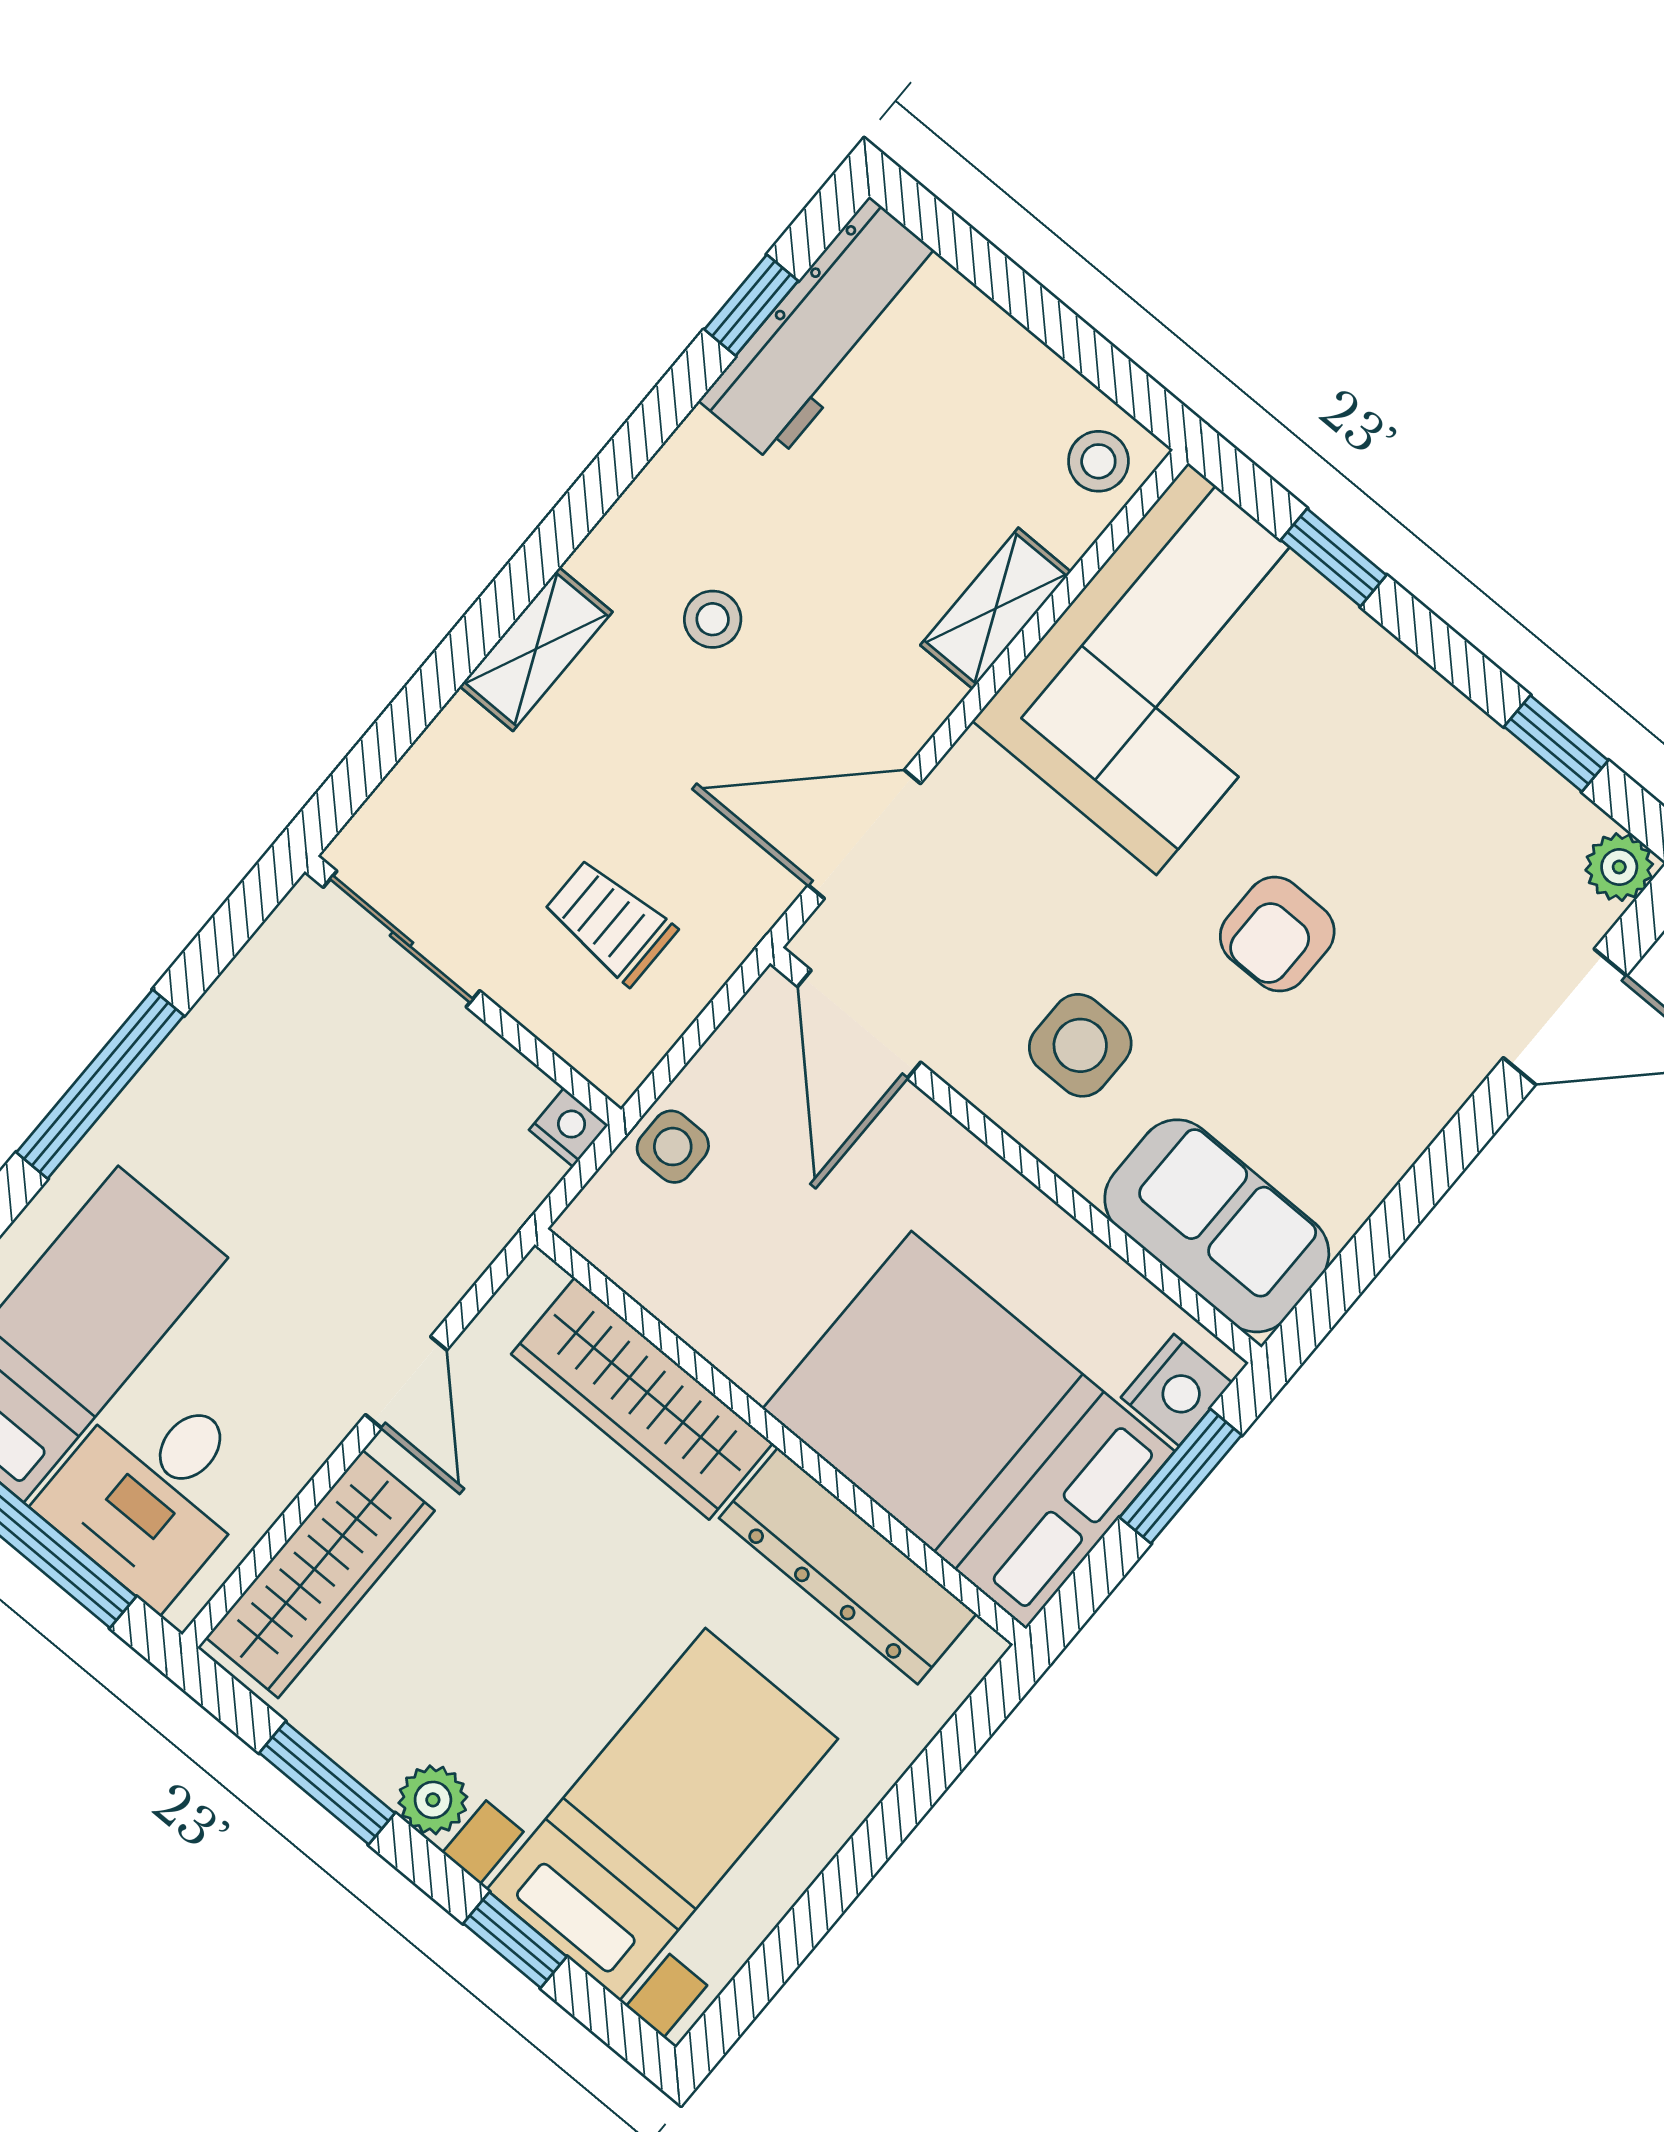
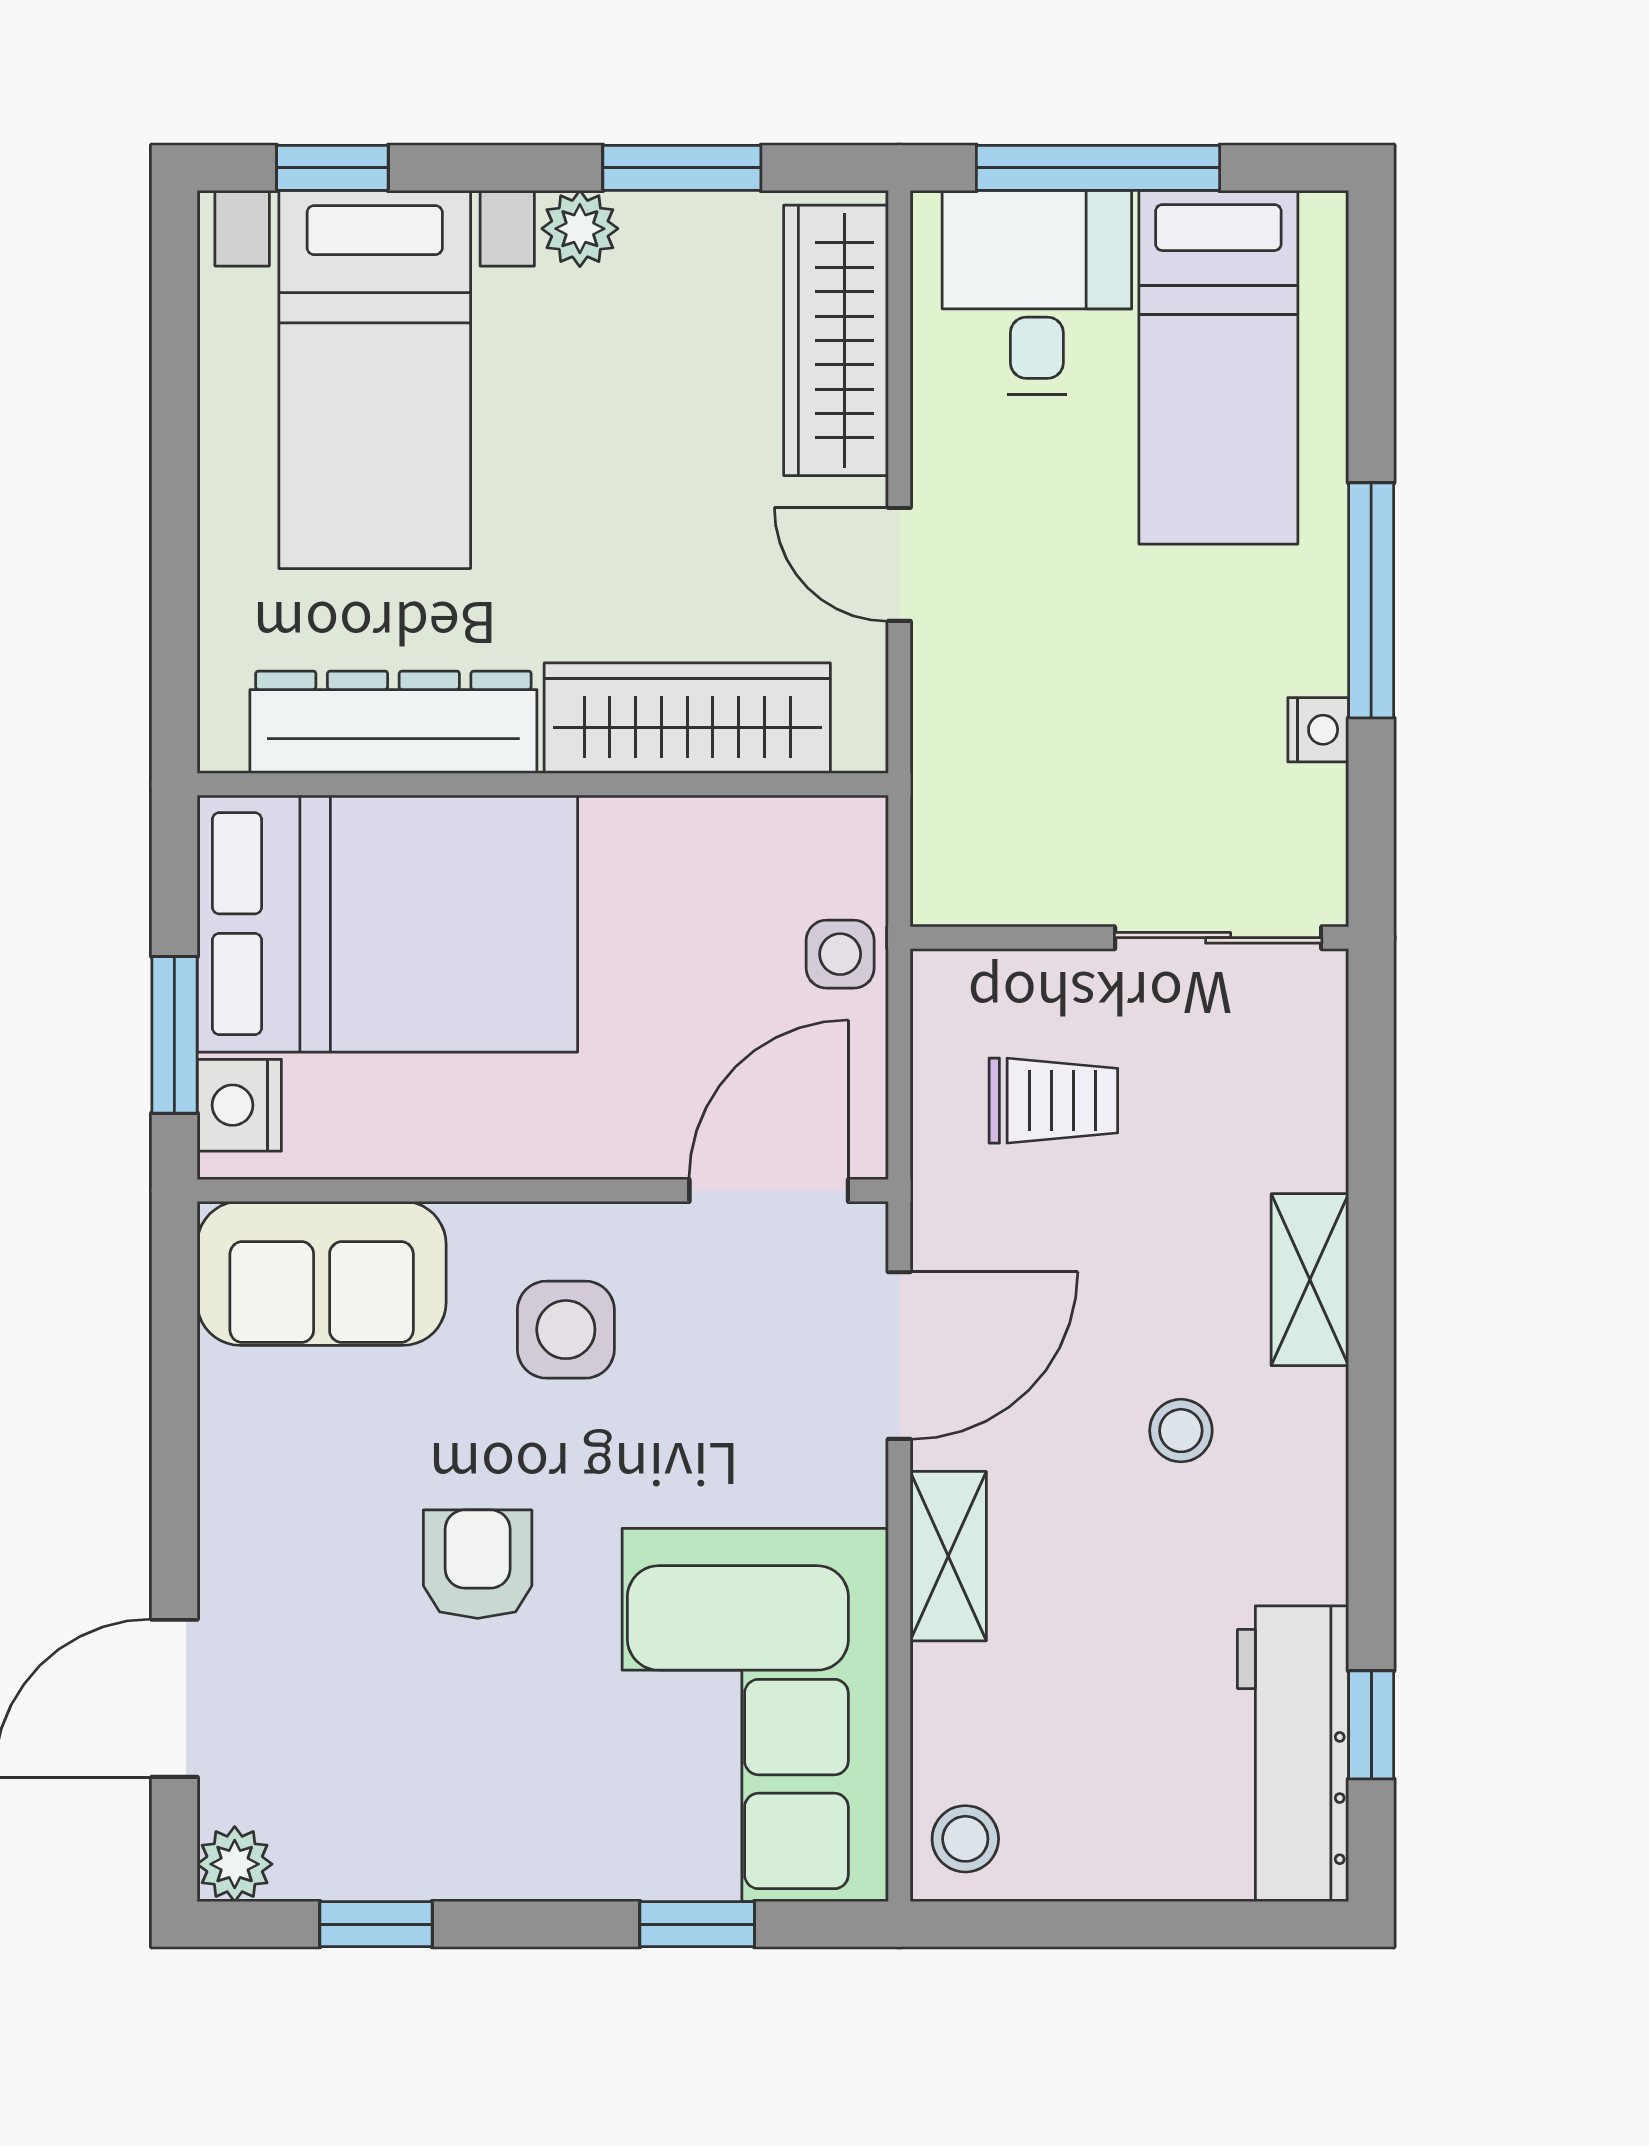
shelving: (996, 608) -> (948, 1556), moved
door: (859, 1024) -> (769, 1190), hinge flipped
nightstand: (569, 1127) -> (1318, 730), moved, turned -90
window: (515, 1940) -> (332, 168), moved

